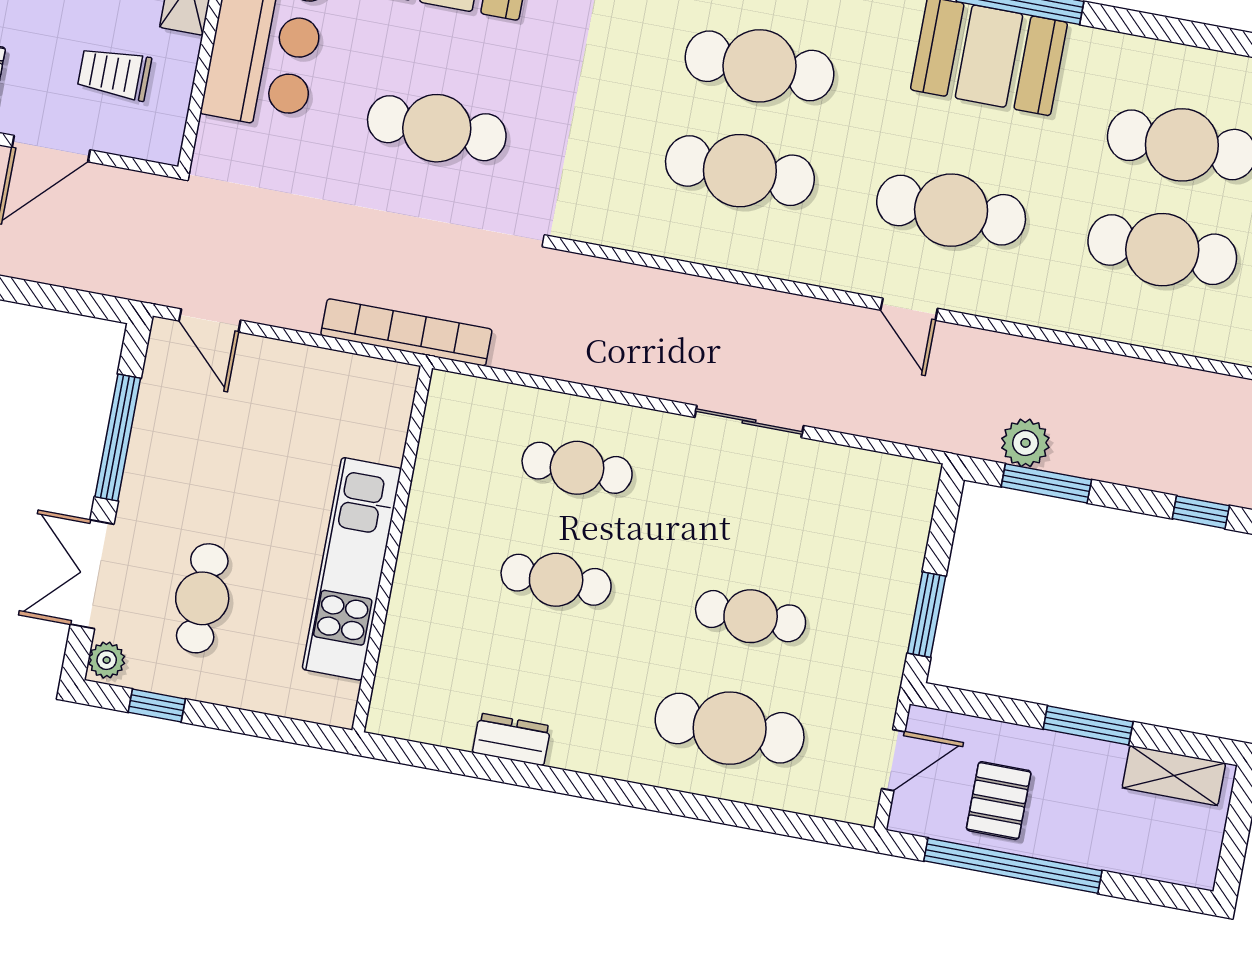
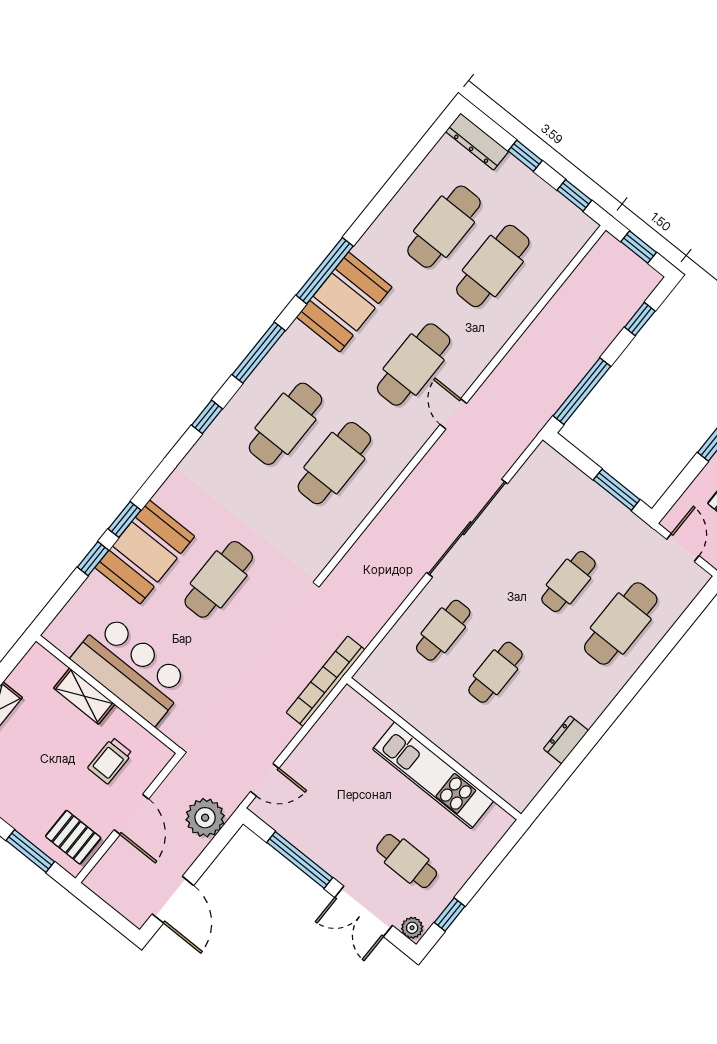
cafe table: (437, 128) -> (219, 579), moved
door: (909, 309) -> (453, 414), swing flipped
sliding door: (749, 422) -> (467, 528), width x1.86
plant: (1025, 443) -> (205, 818), moved, width x1.36, depth x1.36
window: (1046, 483) -> (582, 391), width x1.44

